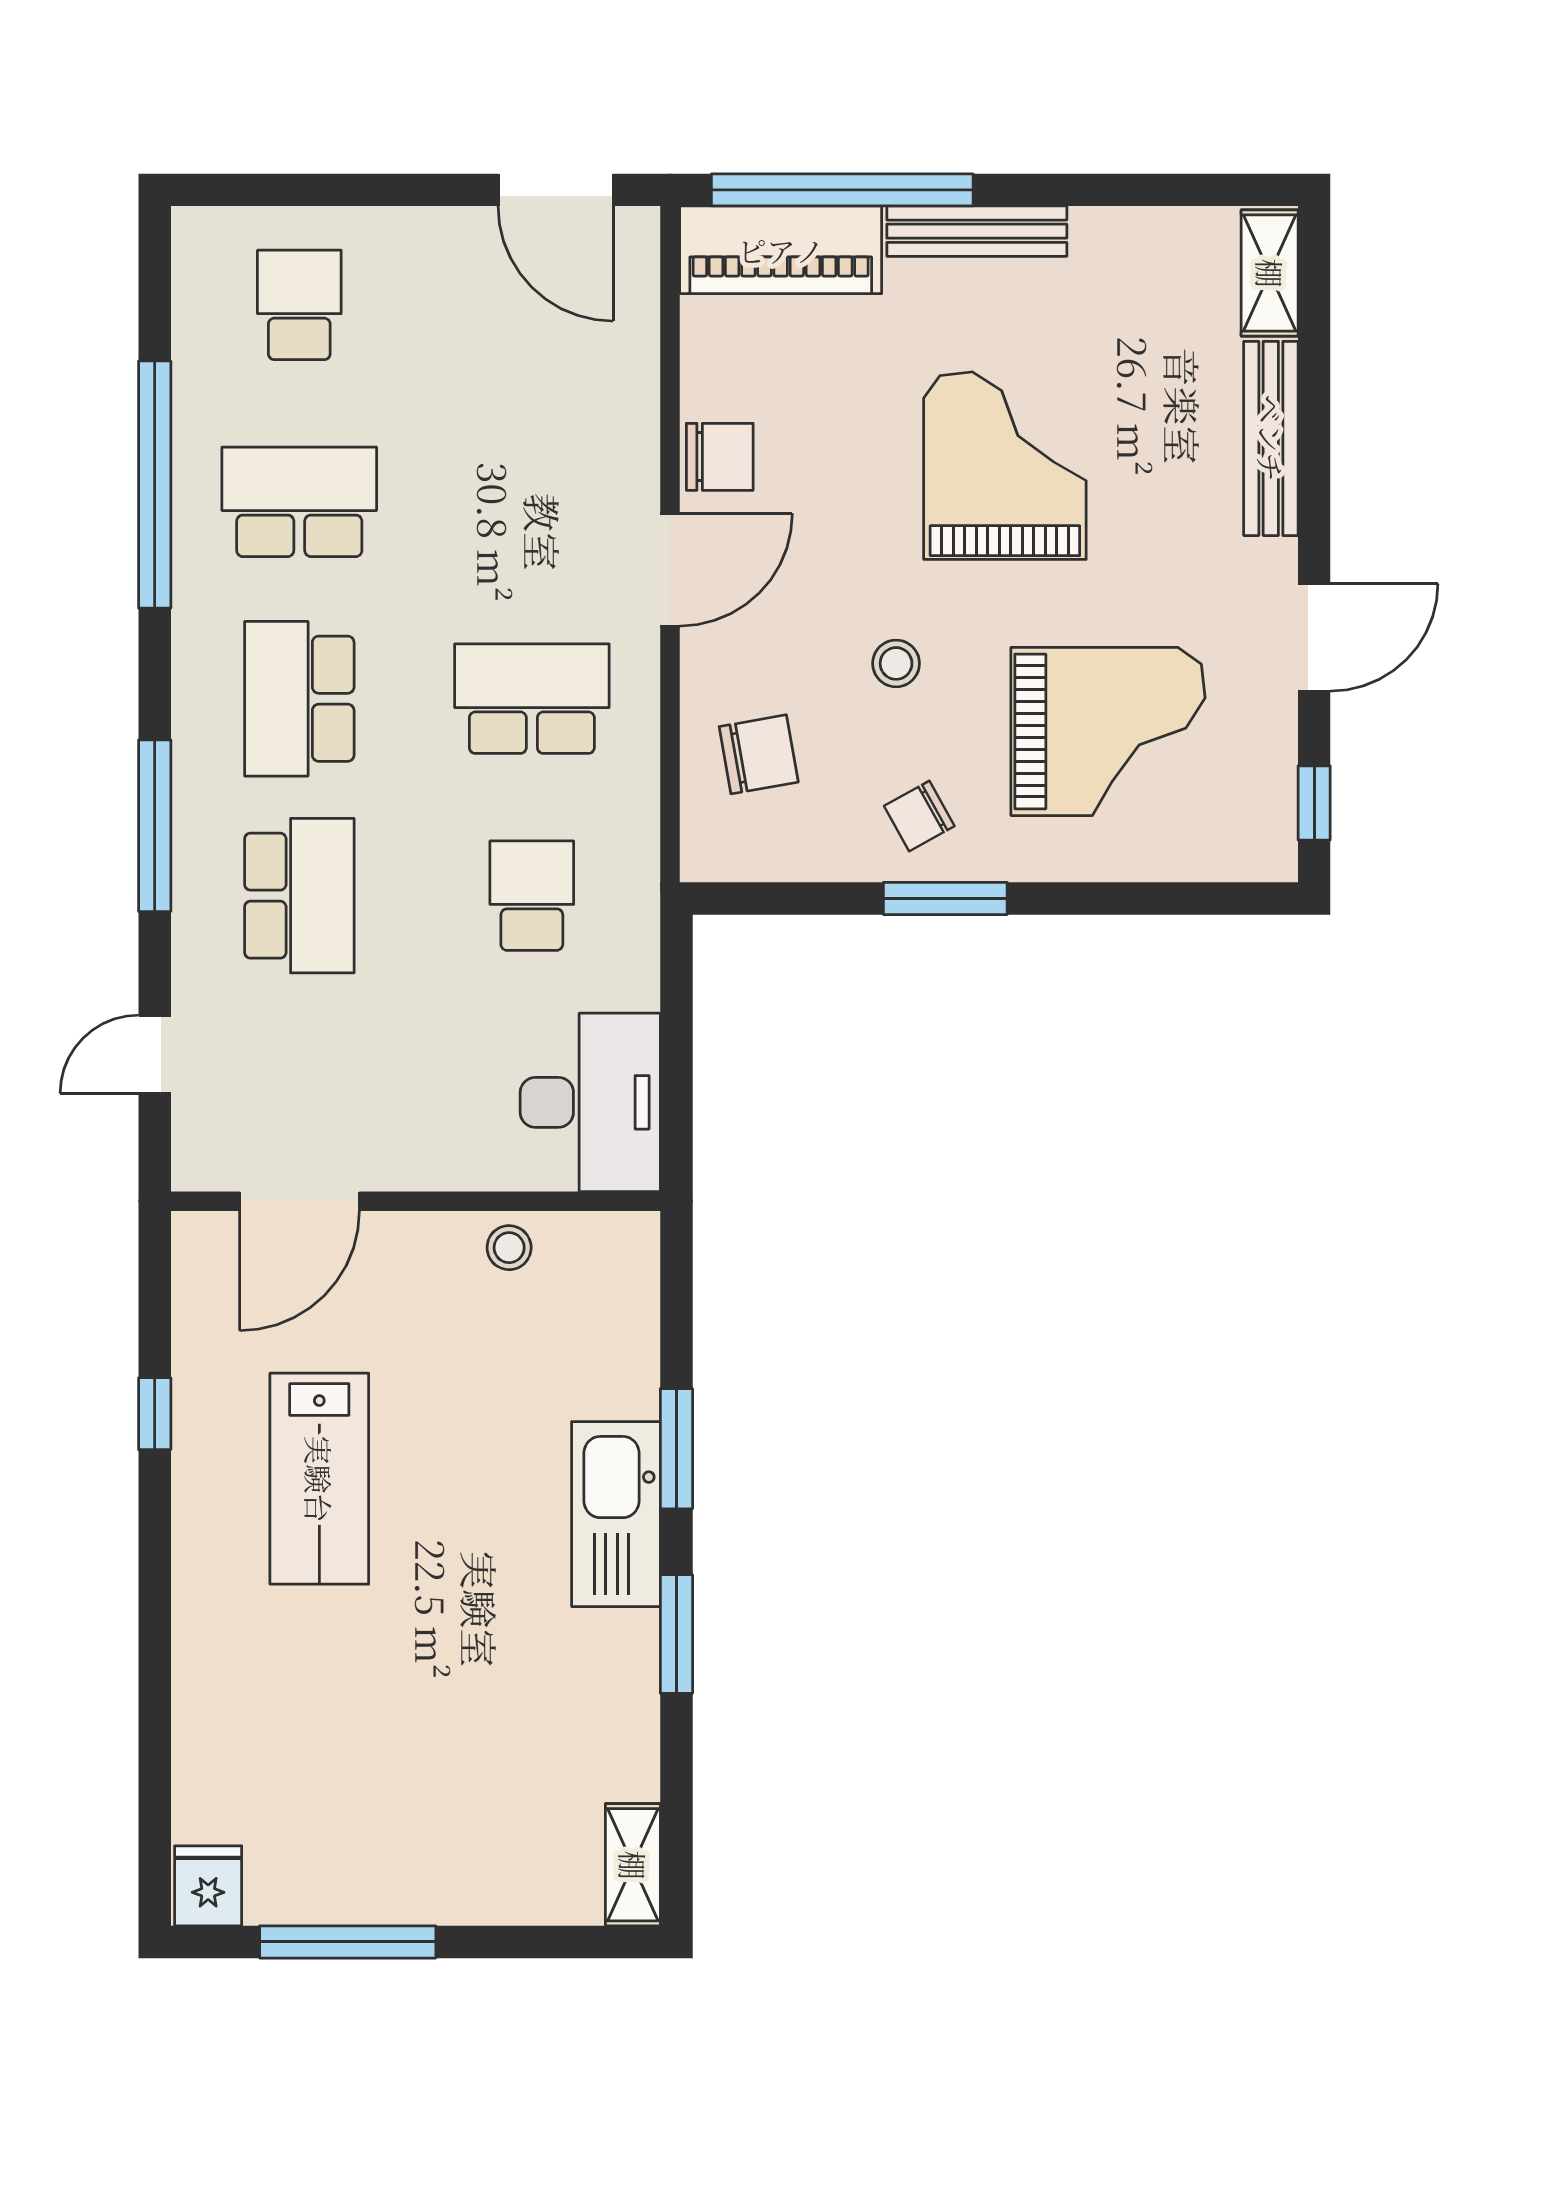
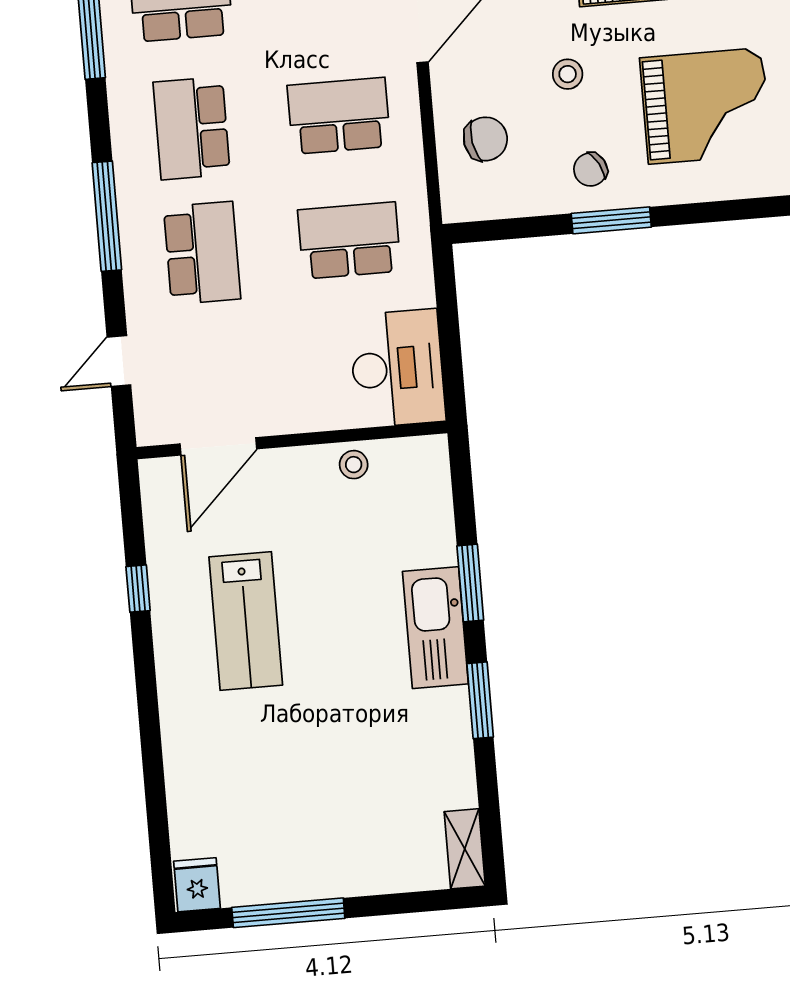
school desk: (532, 896) -> (349, 240), width x1.85

